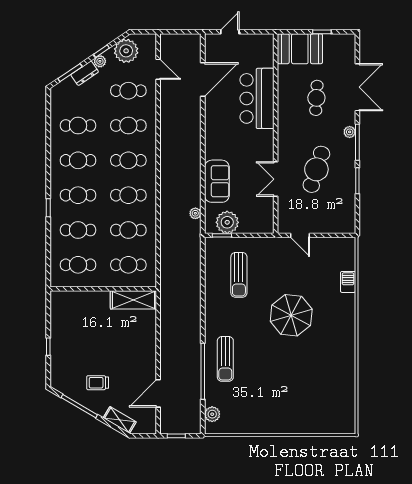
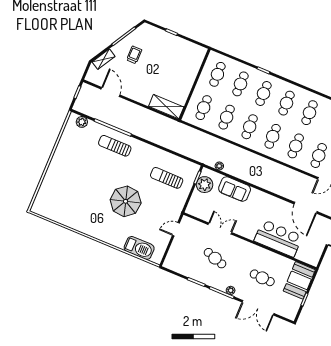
cafe table: (316, 169) -> (215, 258), width x0.73, depth x0.74
barbecue: (348, 282) -> (139, 248), width x1.88, depth x1.53
shelving: (133, 300) -> (166, 107), moved, turned 90

